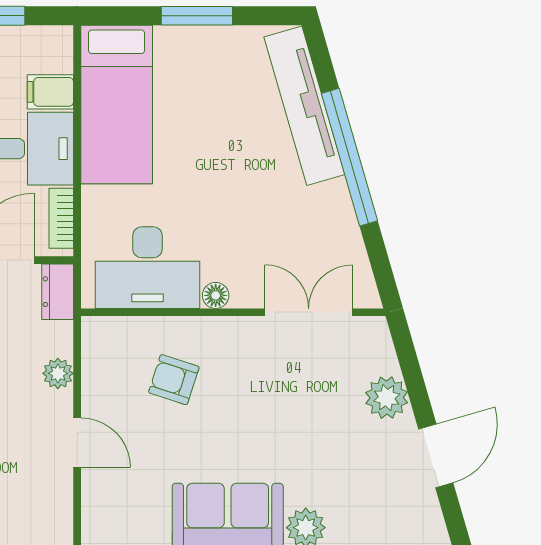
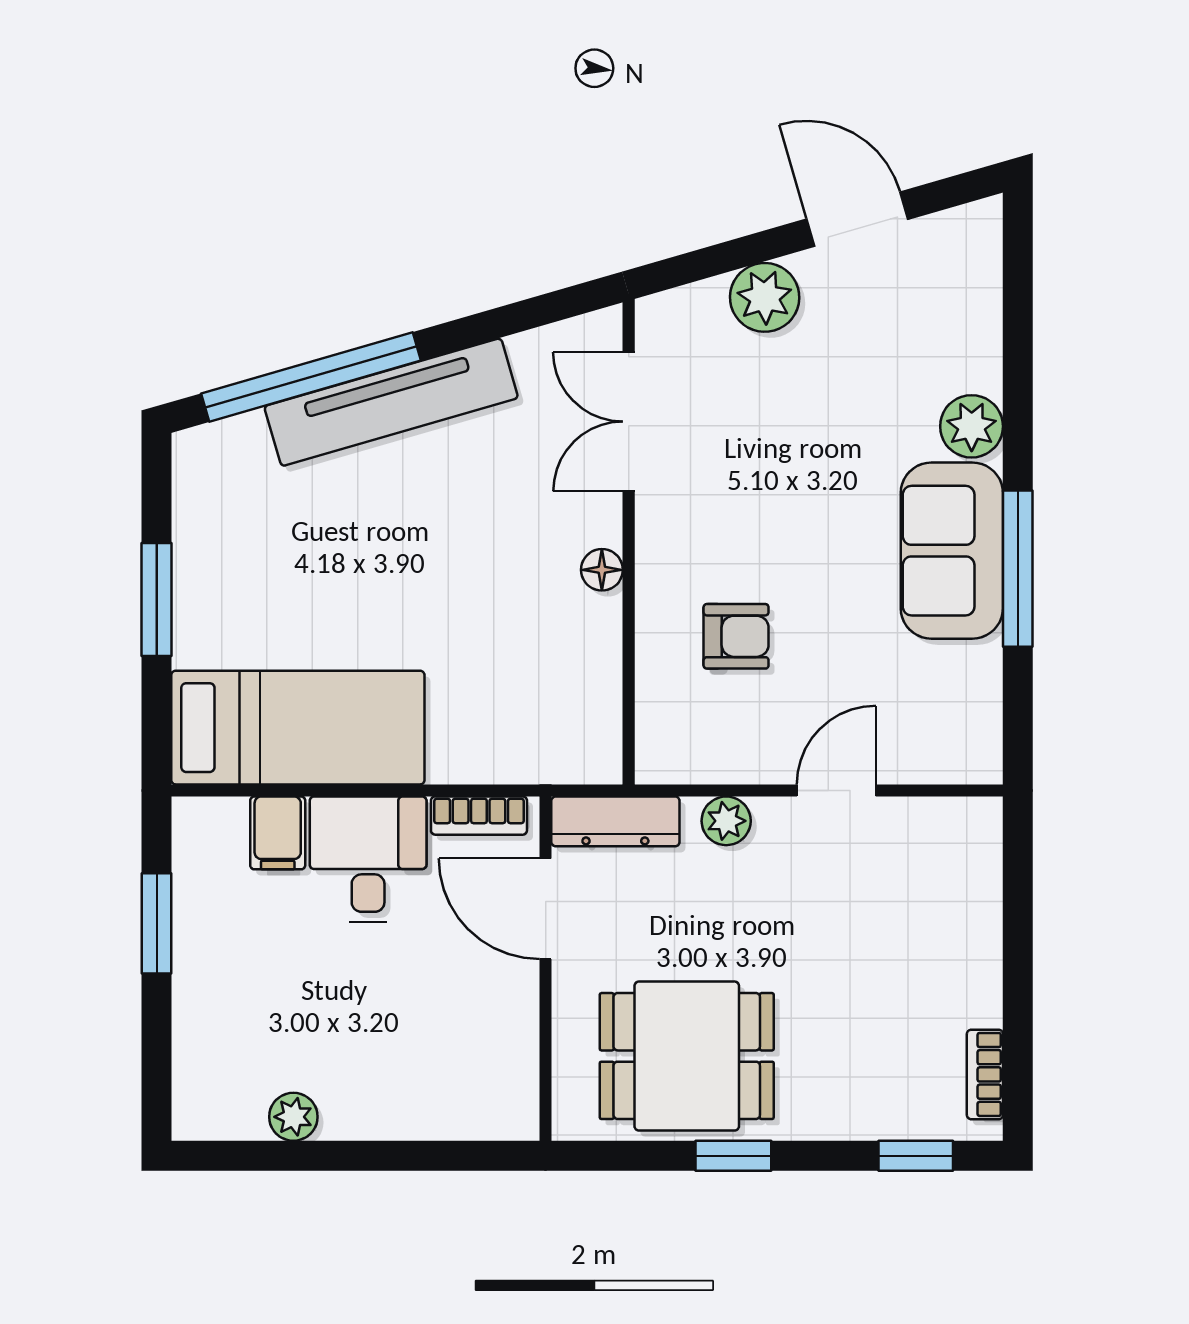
tv unit: (304, 106) -> (391, 402), moved
window: (349, 157) -> (311, 377), moved
desk: (147, 268) -> (558, 678), removed
dresser: (58, 292) -> (615, 821), width x1.44
armchair: (174, 380) -> (736, 636), turned -108

